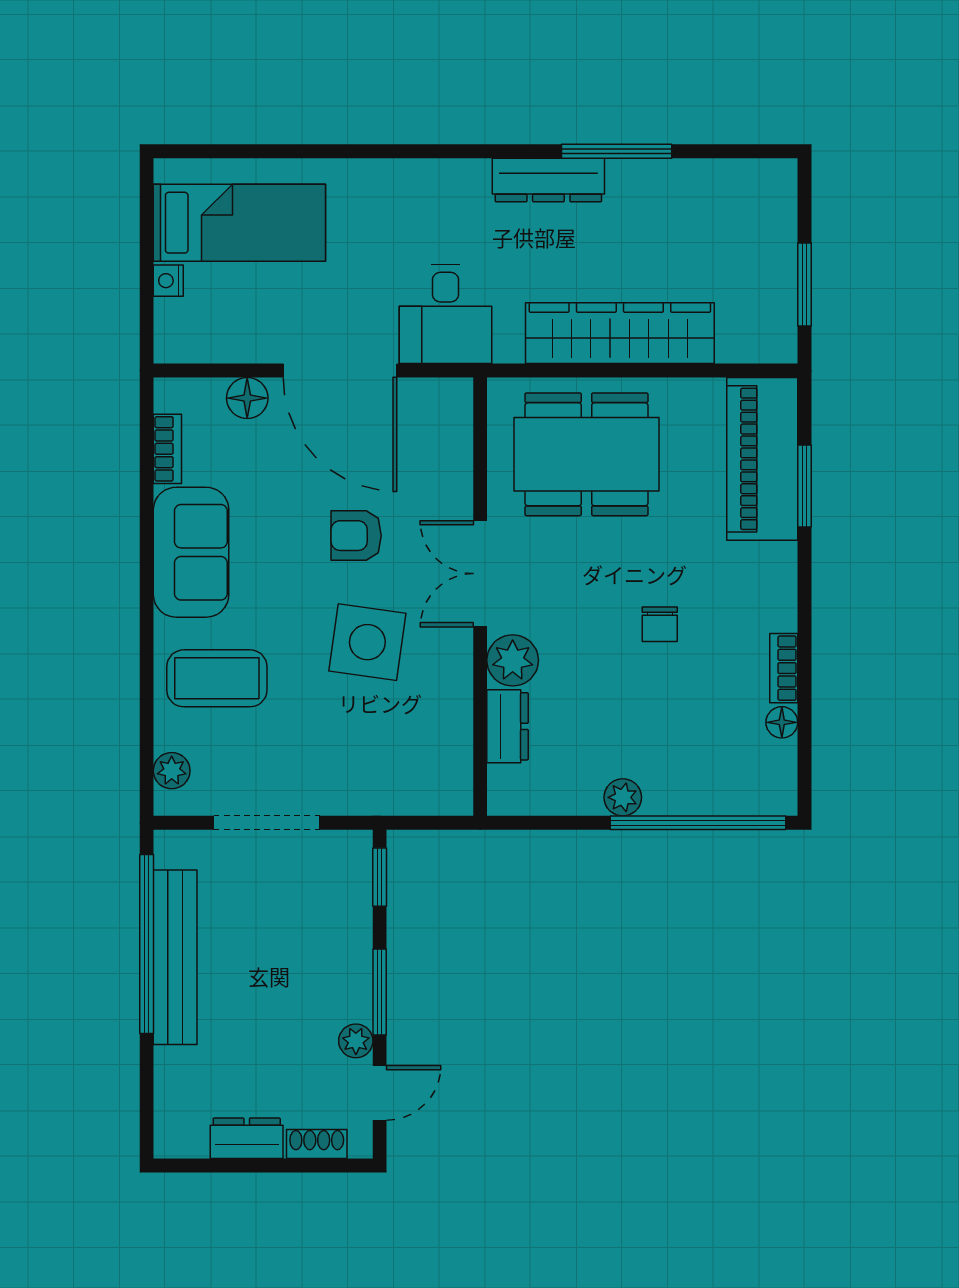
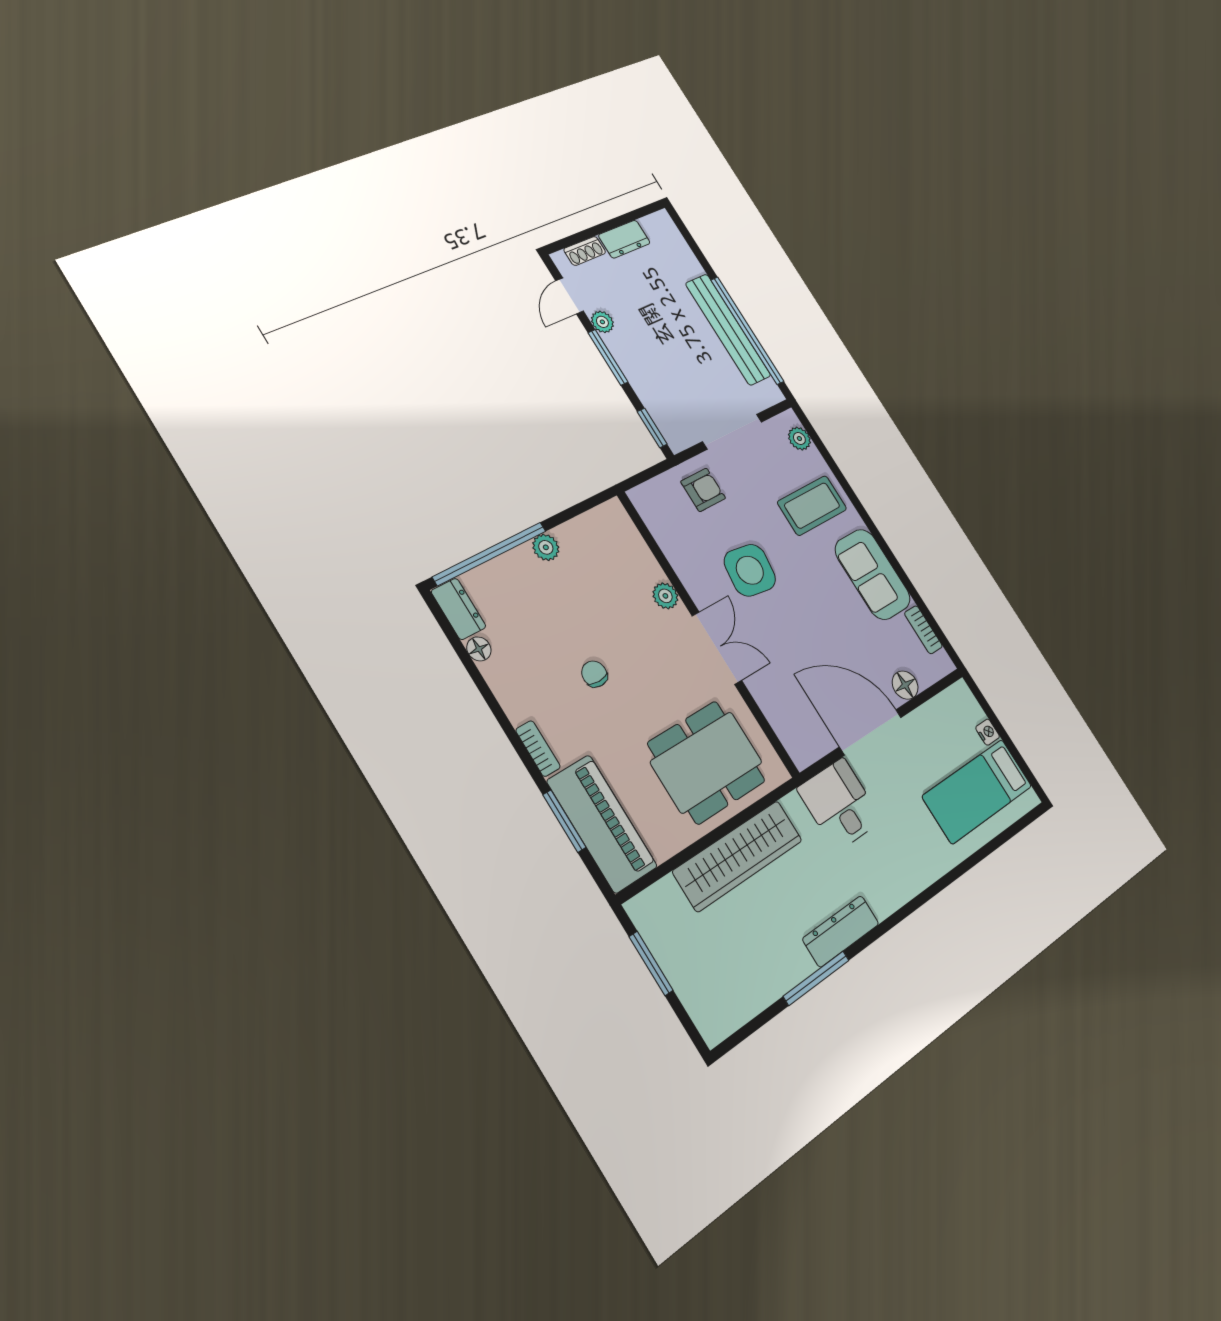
armchair: (356, 536) -> (703, 490), moved
plant: (513, 660) -> (665, 596), width x0.73, depth x0.73
bookcase: (784, 668) -> (538, 749), moved
dresser: (508, 726) -> (459, 609), moved, turned 180

